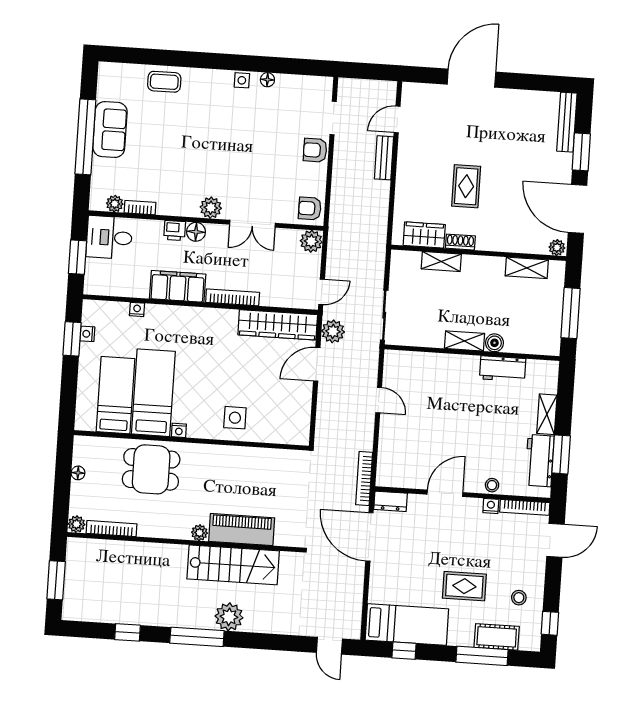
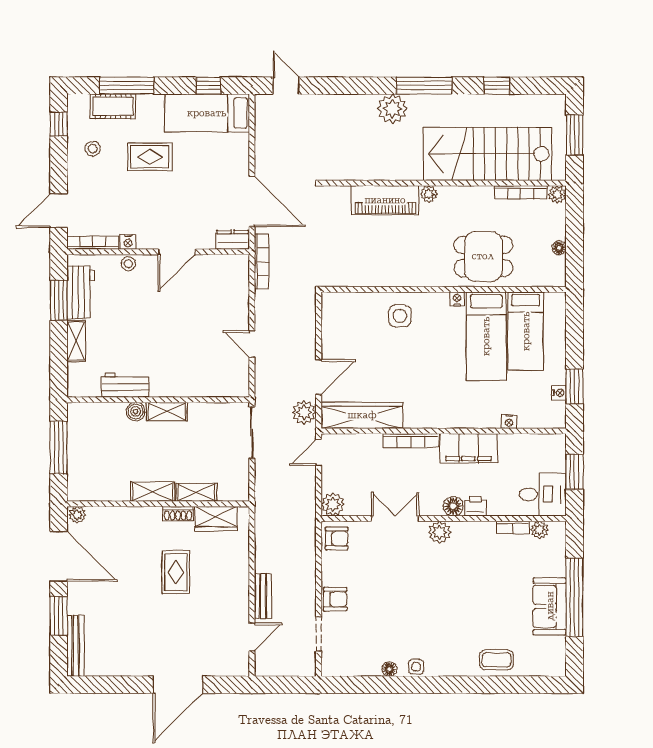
shelving: (527, 268) -> (153, 492), moved
stairs: (233, 565) -> (488, 154), moved, width x1.36, depth x1.51

